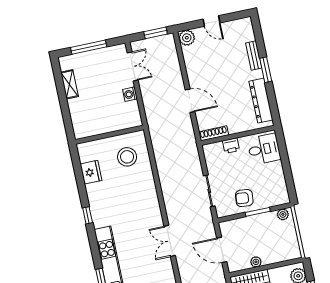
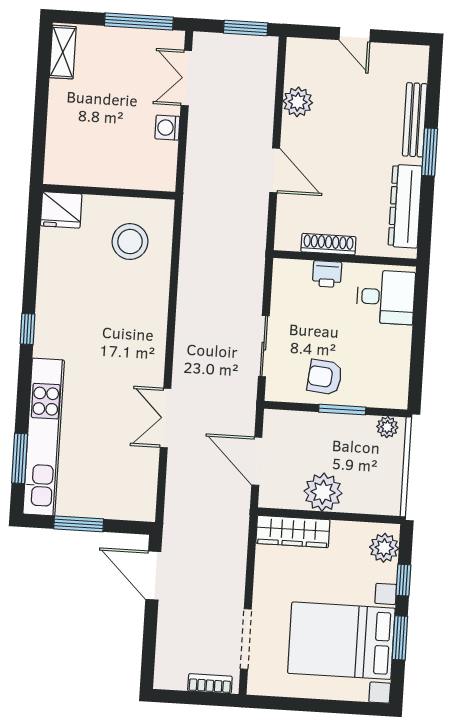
plant: (187, 38) -> (298, 102), moved
window: (89, 47) -> (139, 21), moved
bench: (254, 56) -> (415, 120), width x1.36
double door: (133, 66) -> (186, 78), swing flipped
shelving: (70, 84) -> (63, 52), moved
shoe rack: (214, 133) -> (328, 244), moved
fridge: (91, 172) -> (61, 210), moved, turned 90
plant: (256, 262) -> (323, 492), width x1.87, depth x1.87

